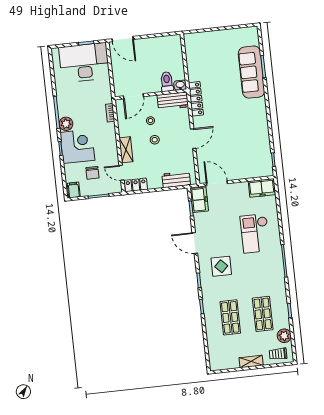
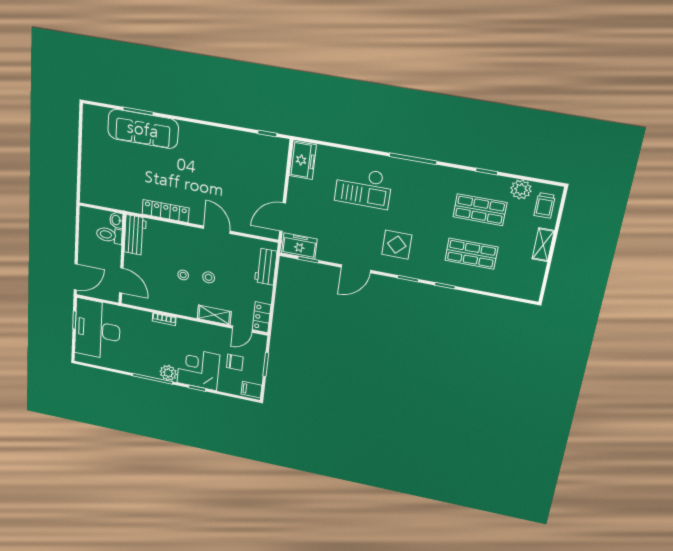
toilet: (167, 82) -> (109, 235), moved
washbasin: (180, 85) -> (116, 220), moved
wall: (151, 94) -> (122, 259), moved
door: (133, 96) -> (121, 280), moved
workbench: (173, 101) -> (135, 235), moved

